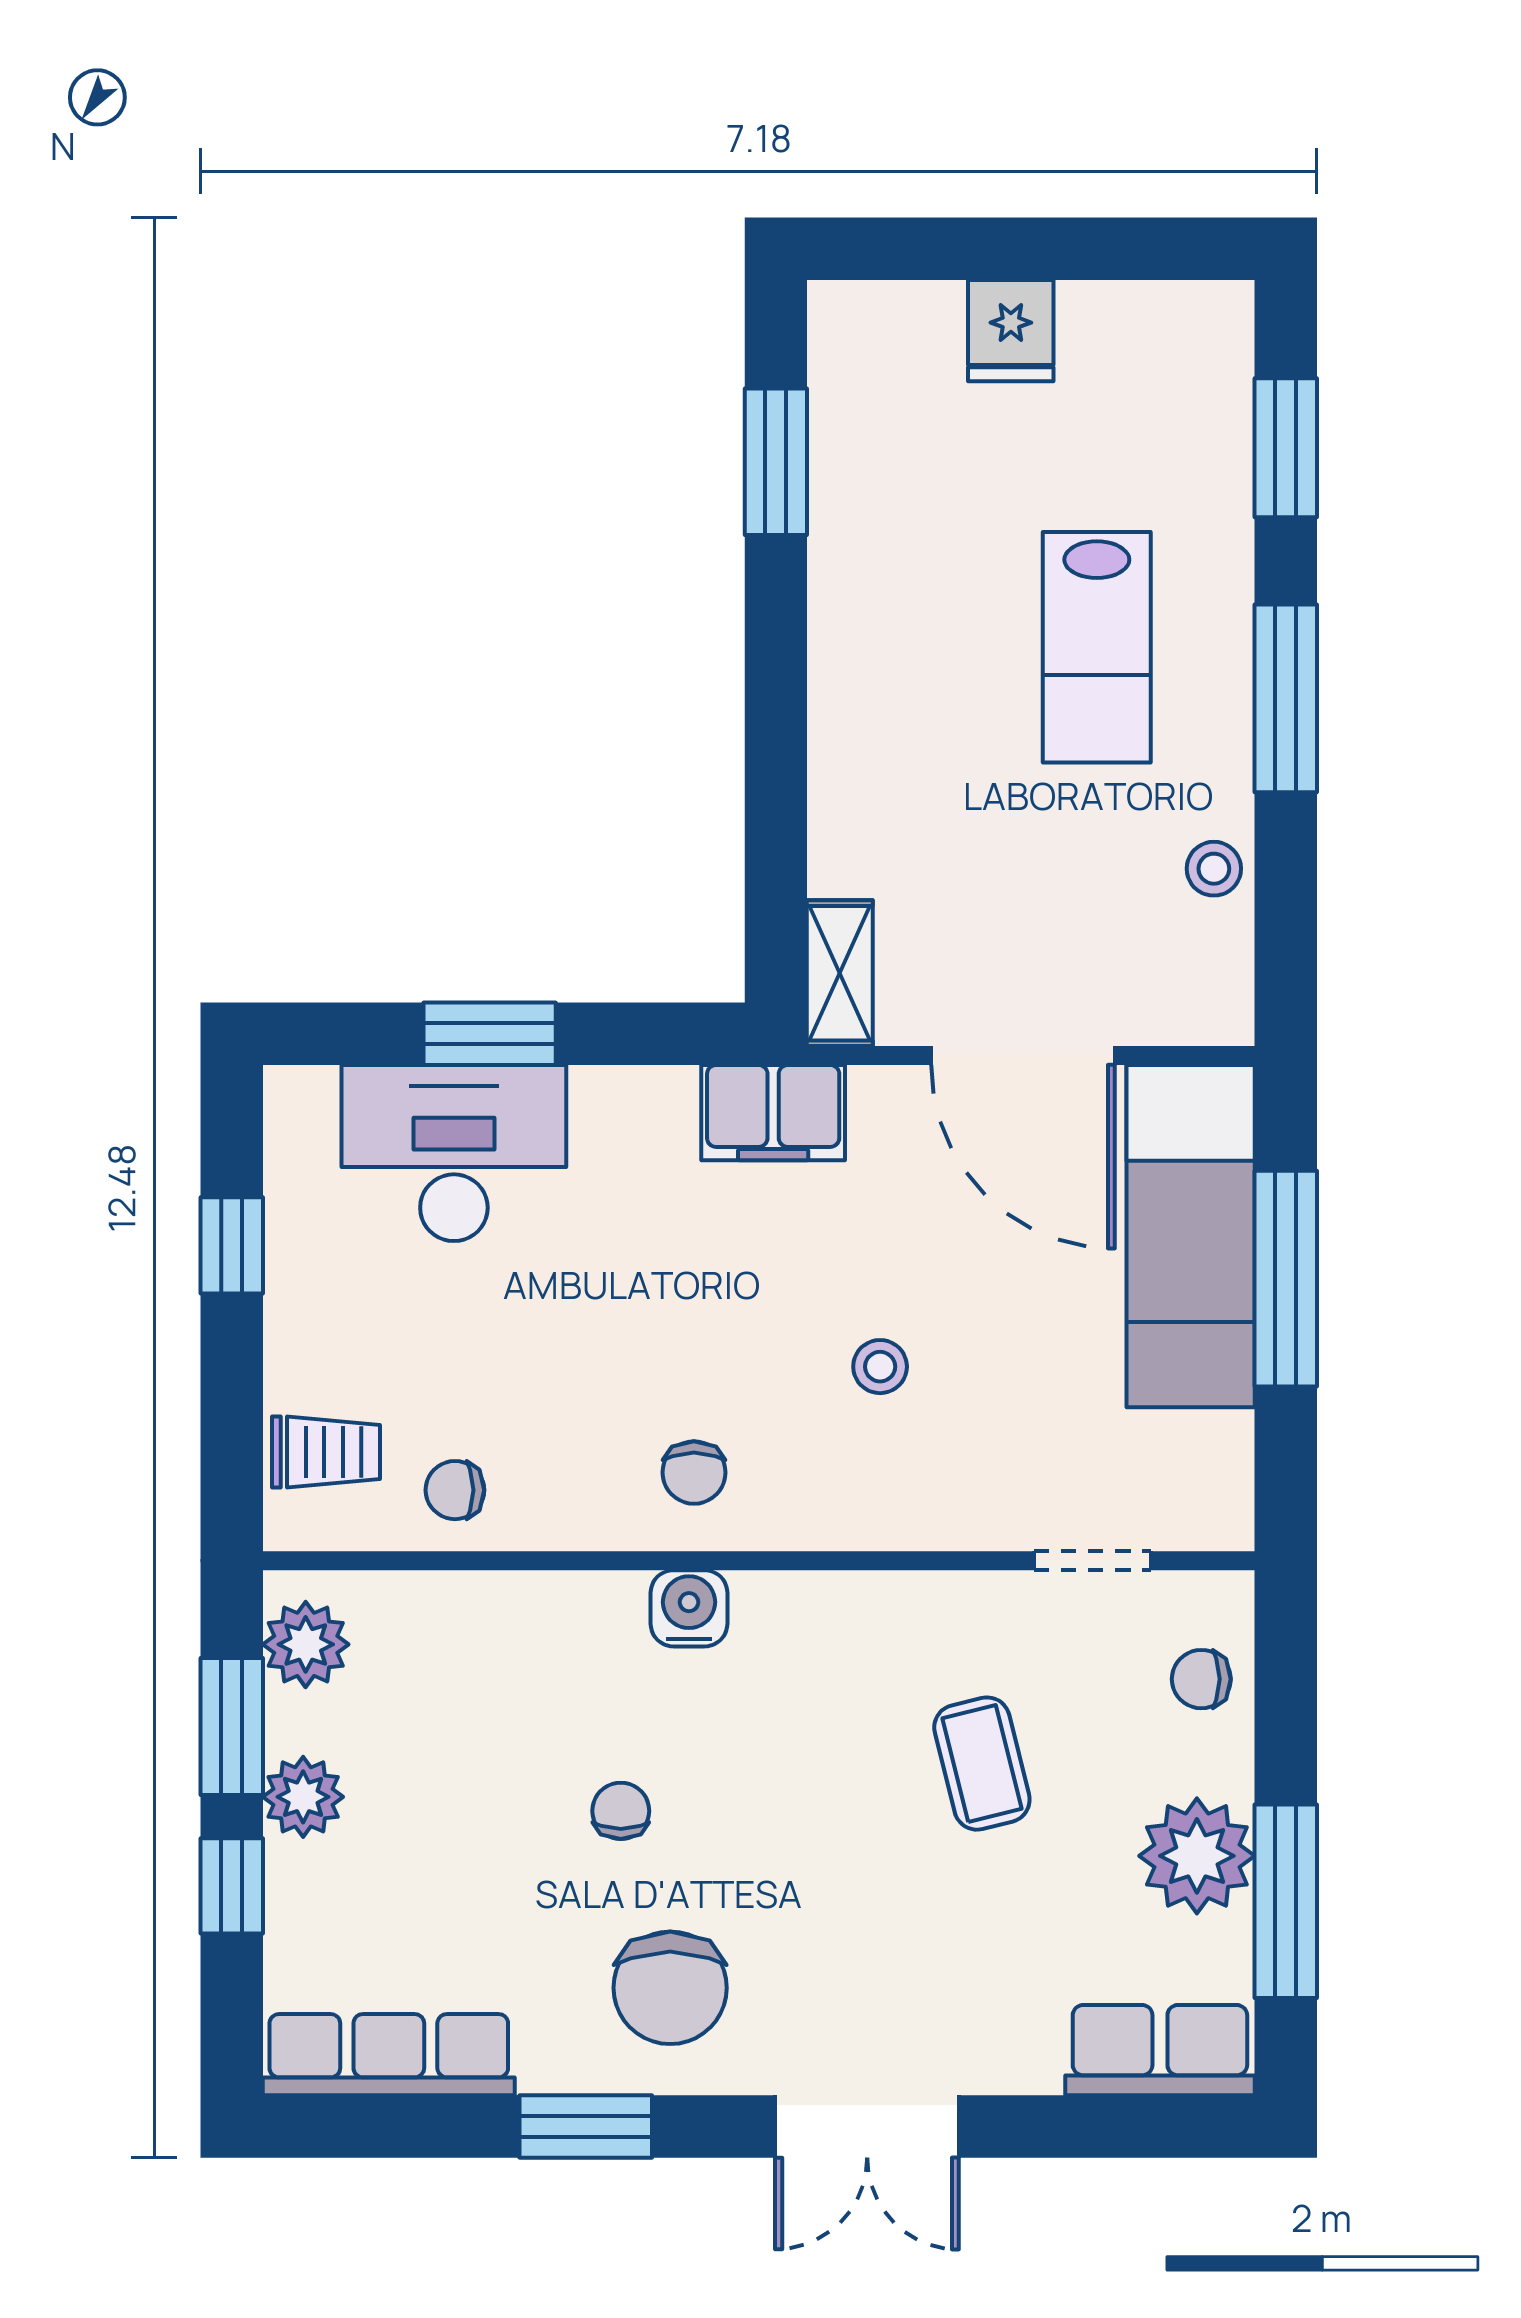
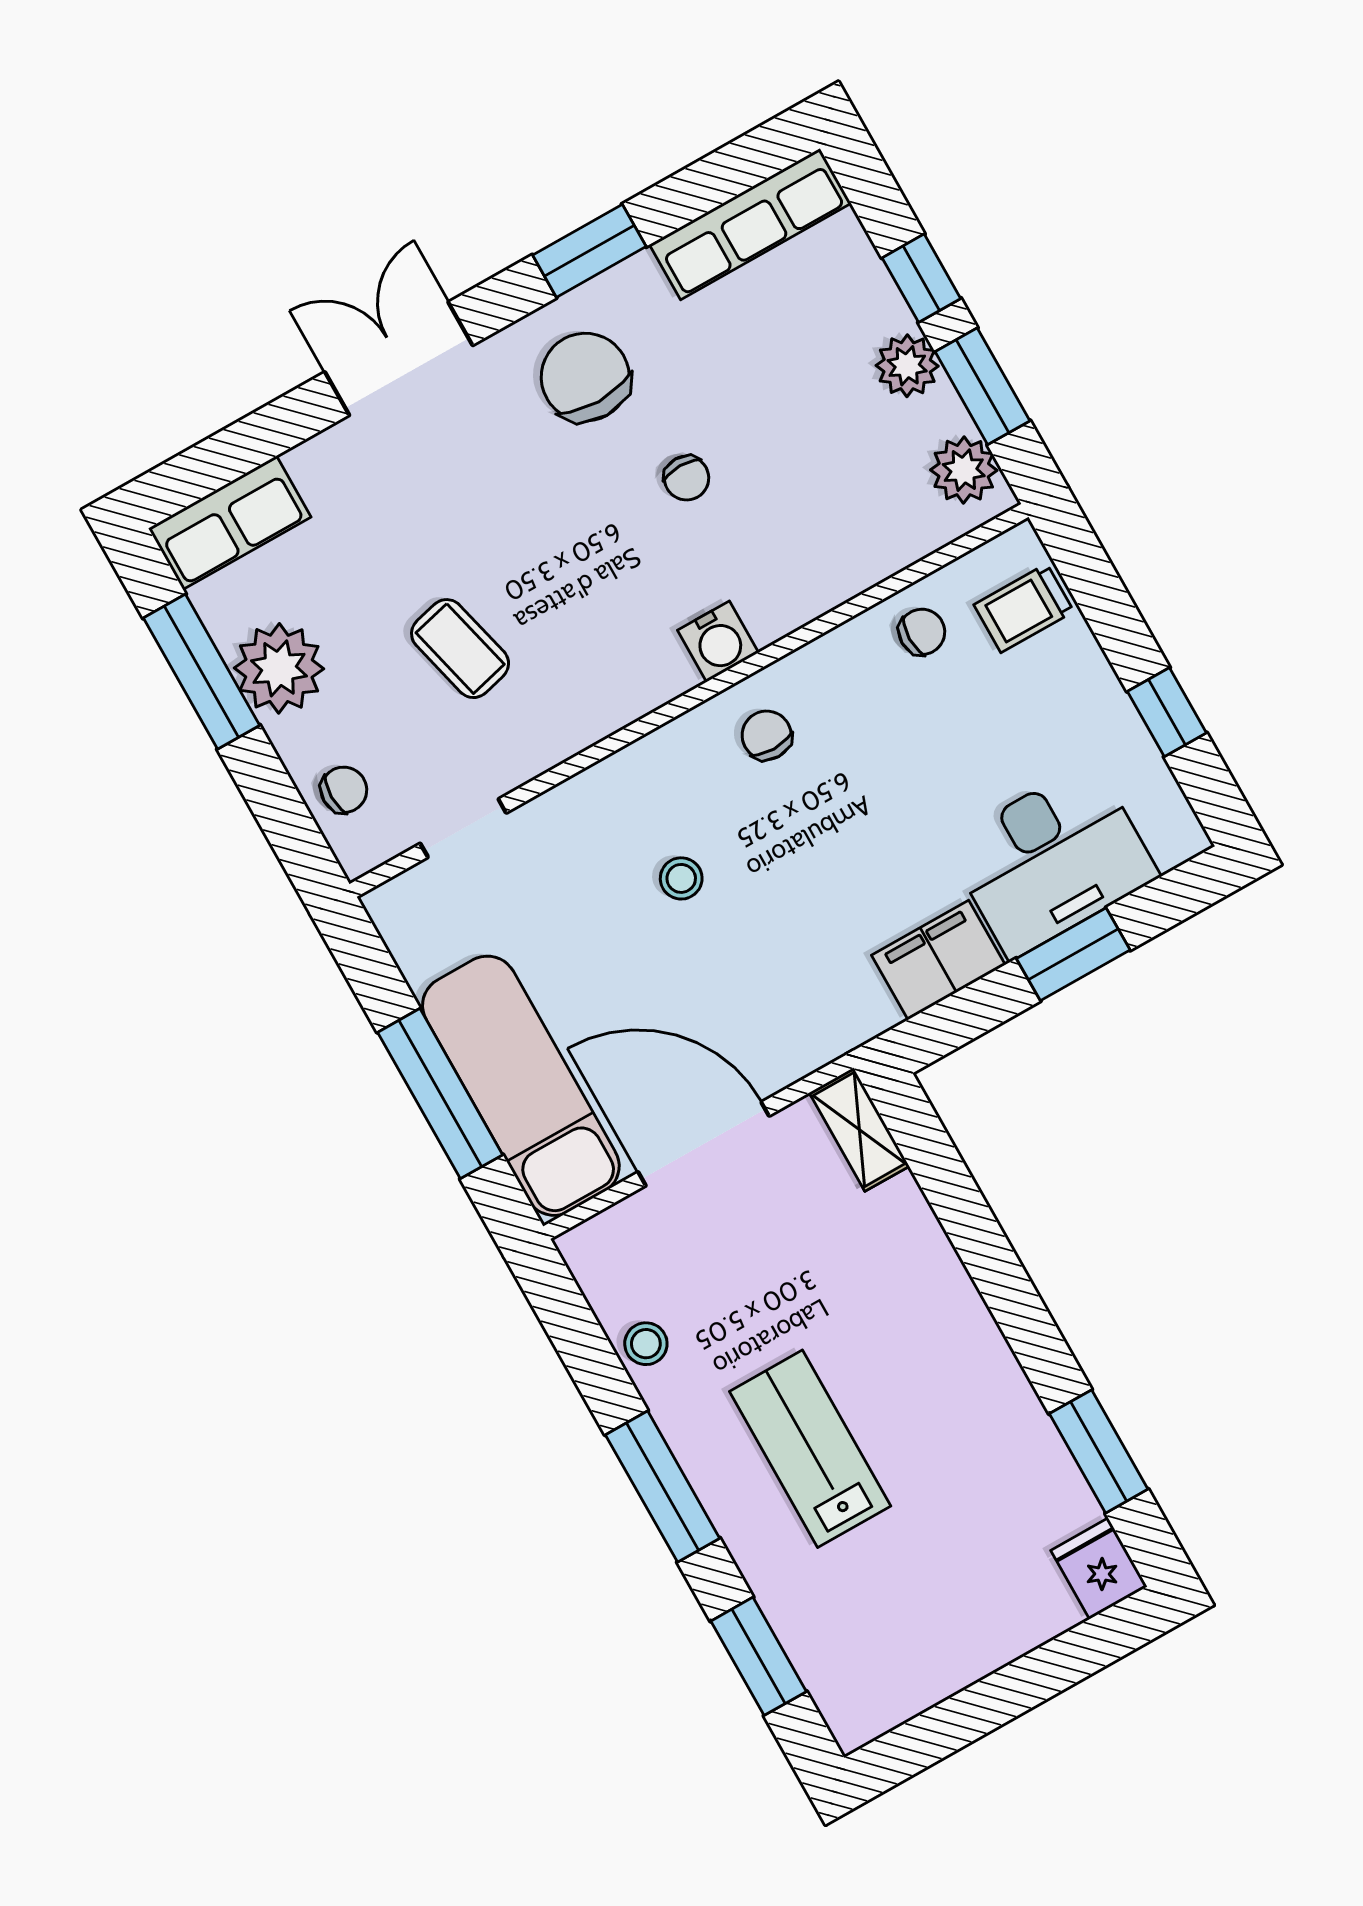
fridge: (1011, 331) -> (1099, 1569), moved
filing cabinet: (773, 1113) -> (938, 960), moved

